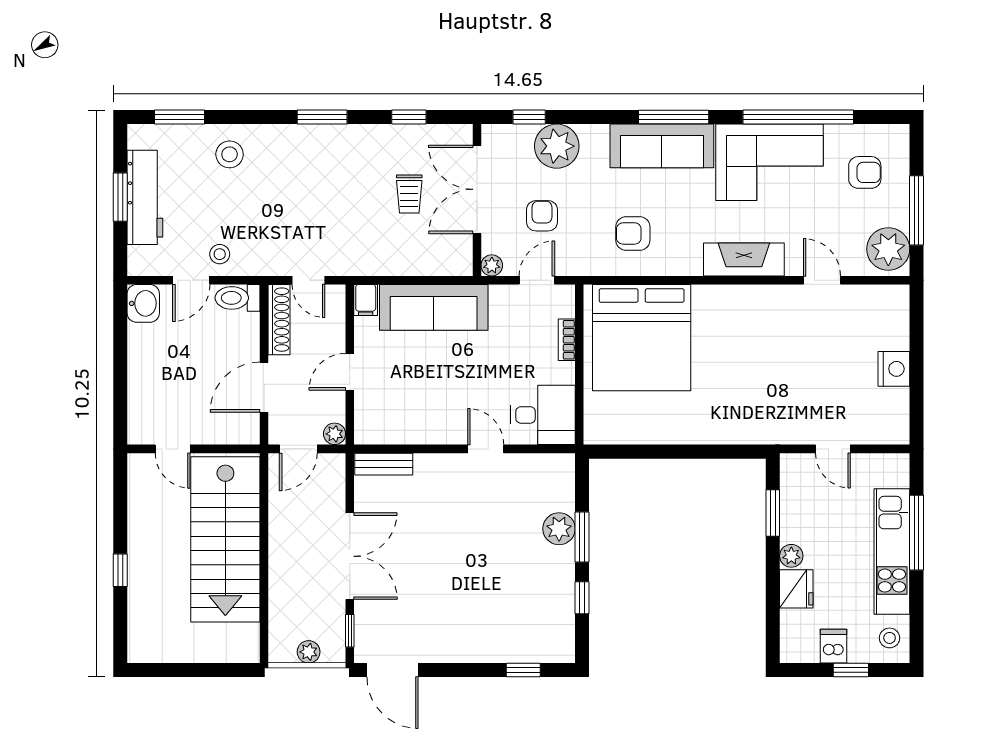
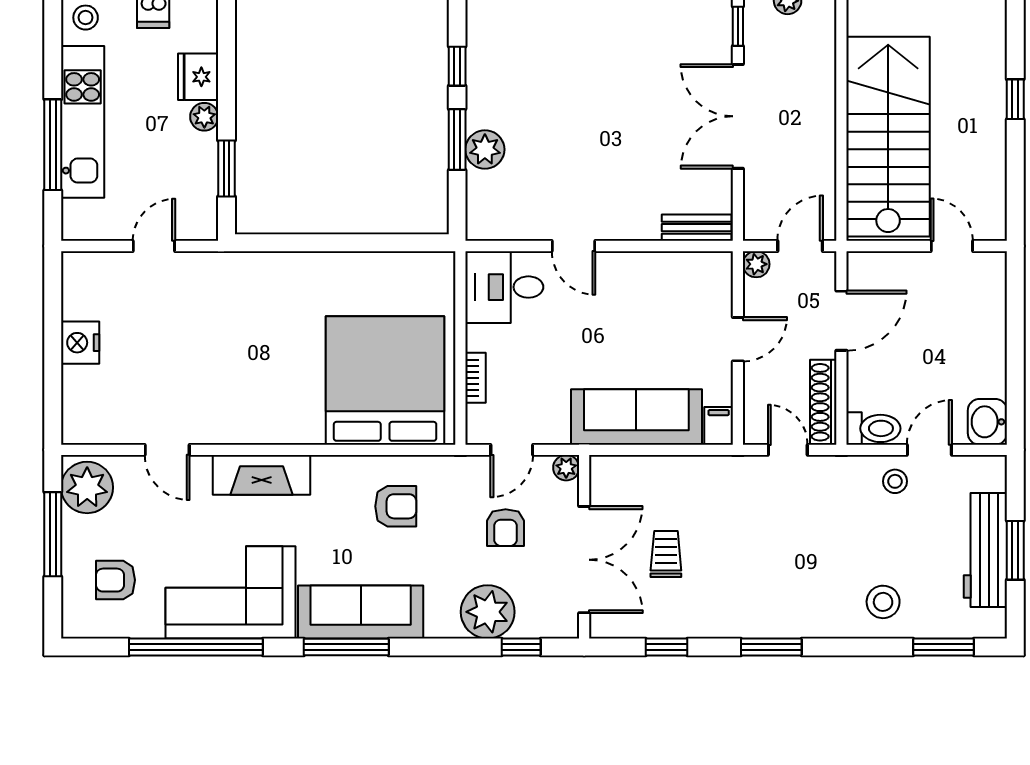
door: (833, 449) -> (154, 246), hinge flipped

